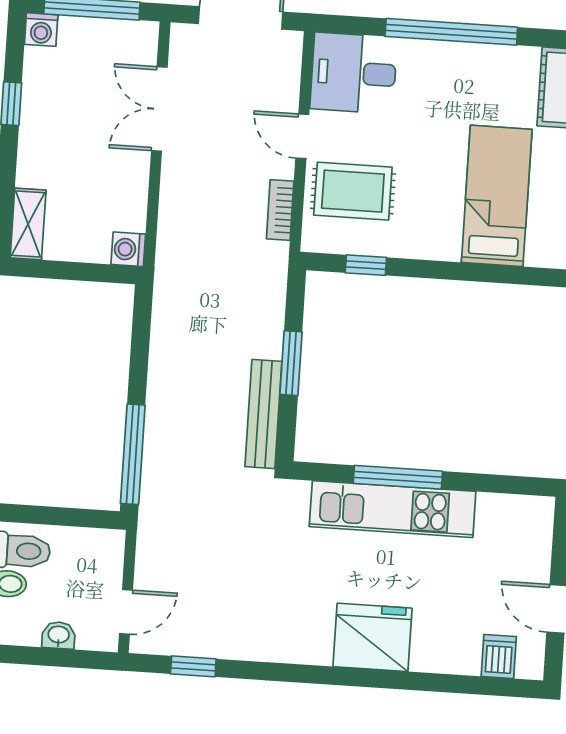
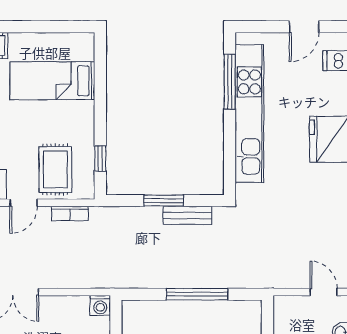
bench: (263, 414) -> (187, 215), width x0.73
window: (133, 454) -> (197, 294), moved
window: (398, 477) -> (230, 82), moved
kitchen unit: (393, 509) -> (249, 114), width x1.36

